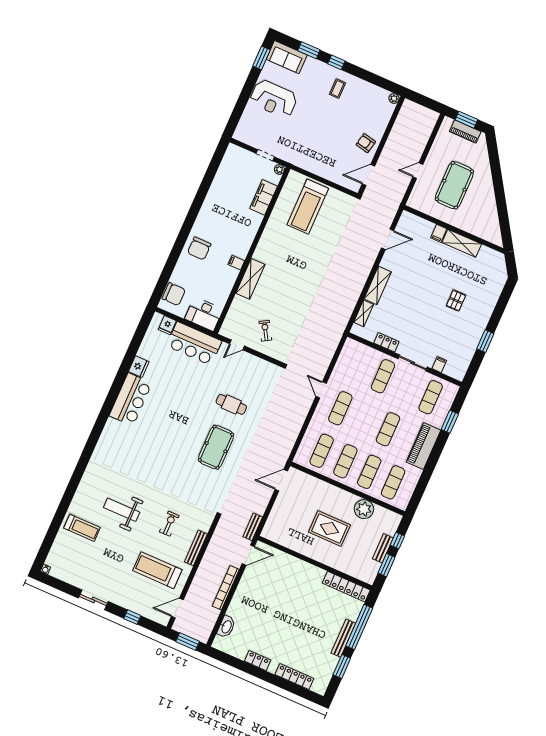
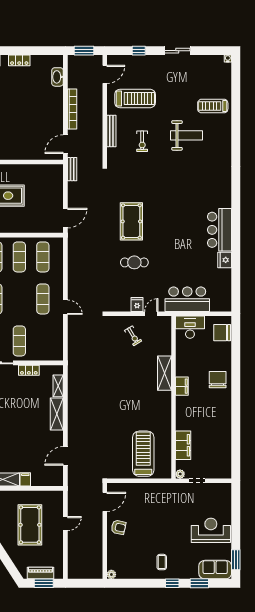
filing cabinet: (236, 263) -> (182, 386), width x2.00
fridge: (167, 325) -> (137, 304), moved

